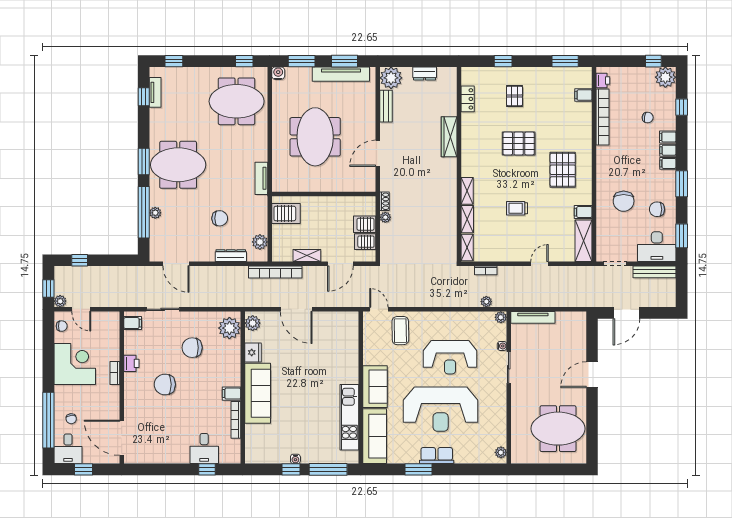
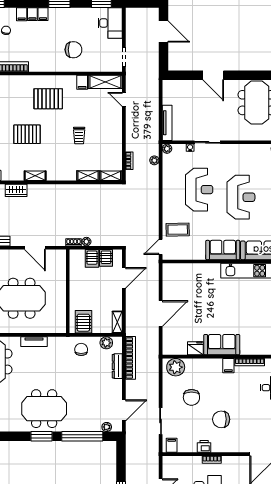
wardrobe: (449, 137) -> (16, 190), width x0.67
pallet: (519, 143) -> (27, 134), turned 90
meeting table: (178, 165) -> (44, 409), turned 90
tv unit: (261, 178) -> (34, 342), moved
shelving: (467, 191) -> (35, 176), moved
chair: (657, 209) -> (80, 23), removed
plant: (155, 213) -> (107, 427), moved
chair: (220, 218) -> (81, 349), moved
shelving: (307, 256) -> (117, 322), moved
door: (340, 264) -> (124, 278), hinge flipped
door: (540, 264) -> (124, 99), moved
bookcase: (275, 272) -> (130, 358), moved
bench: (655, 272) -> (130, 25), removed
door: (626, 313) -> (163, 32), moved
plant: (253, 323) -> (172, 349), removed
chair: (165, 384) -> (221, 419), turned 90
sofa: (258, 393) -> (222, 345), width x0.73
reception desk: (441, 409) -> (241, 197), width x0.74, depth x0.77

